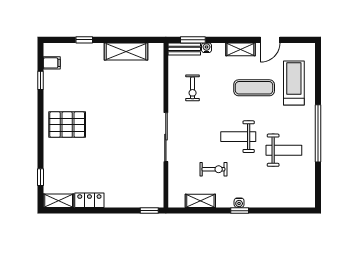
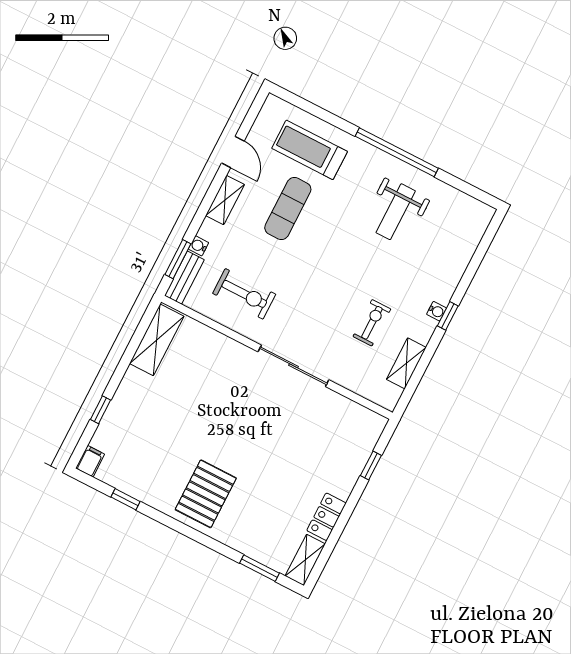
shelving: (126, 51) -> (157, 340), moved
filing cabinet: (52, 63) -> (90, 461), moved
exercise bike: (193, 88) -> (244, 294), width x1.38, depth x1.39
weight bench: (238, 137) -> (344, 265), removed
weight bench: (284, 150) -> (396, 212), turned 180
window: (40, 177) -> (260, 568), width x1.50
window: (149, 211) -> (371, 466), moved

